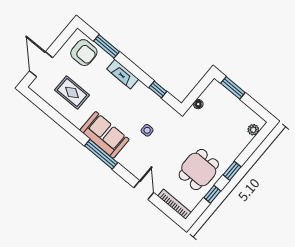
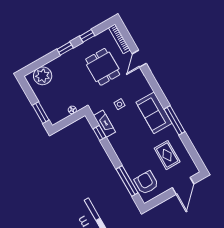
window: (107, 46) -> (127, 181), width x1.44
fireplace: (123, 74) -> (105, 124), moved
plant: (253, 130) -> (43, 76), width x1.88, depth x1.88
window: (101, 154) -> (175, 120), moved
dining table: (199, 170) -> (103, 67), moved, turned 90

